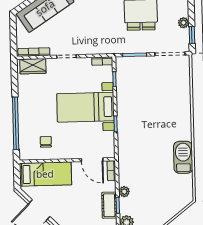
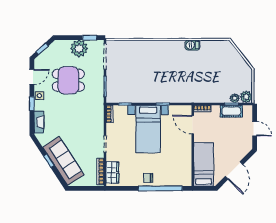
plant: (183, 23) -> (79, 48), width x1.88, depth x1.88
chair: (46, 142) -> (148, 178), moved
barbecue: (183, 157) -> (193, 45), width x0.53, depth x0.65
door: (92, 160) -> (193, 125), swing flipped
plant: (124, 192) -> (235, 98), moved

